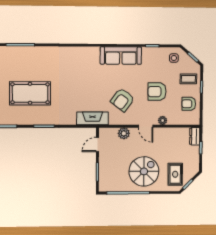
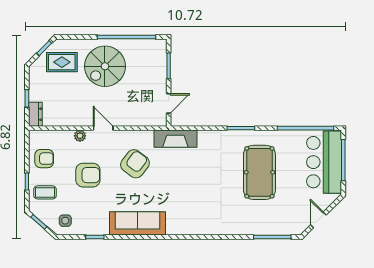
pool table: (30, 93) -> (259, 172), turned 90
plant: (124, 133) -> (133, 118), removed
rug: (175, 174) -> (62, 62), turned 90

